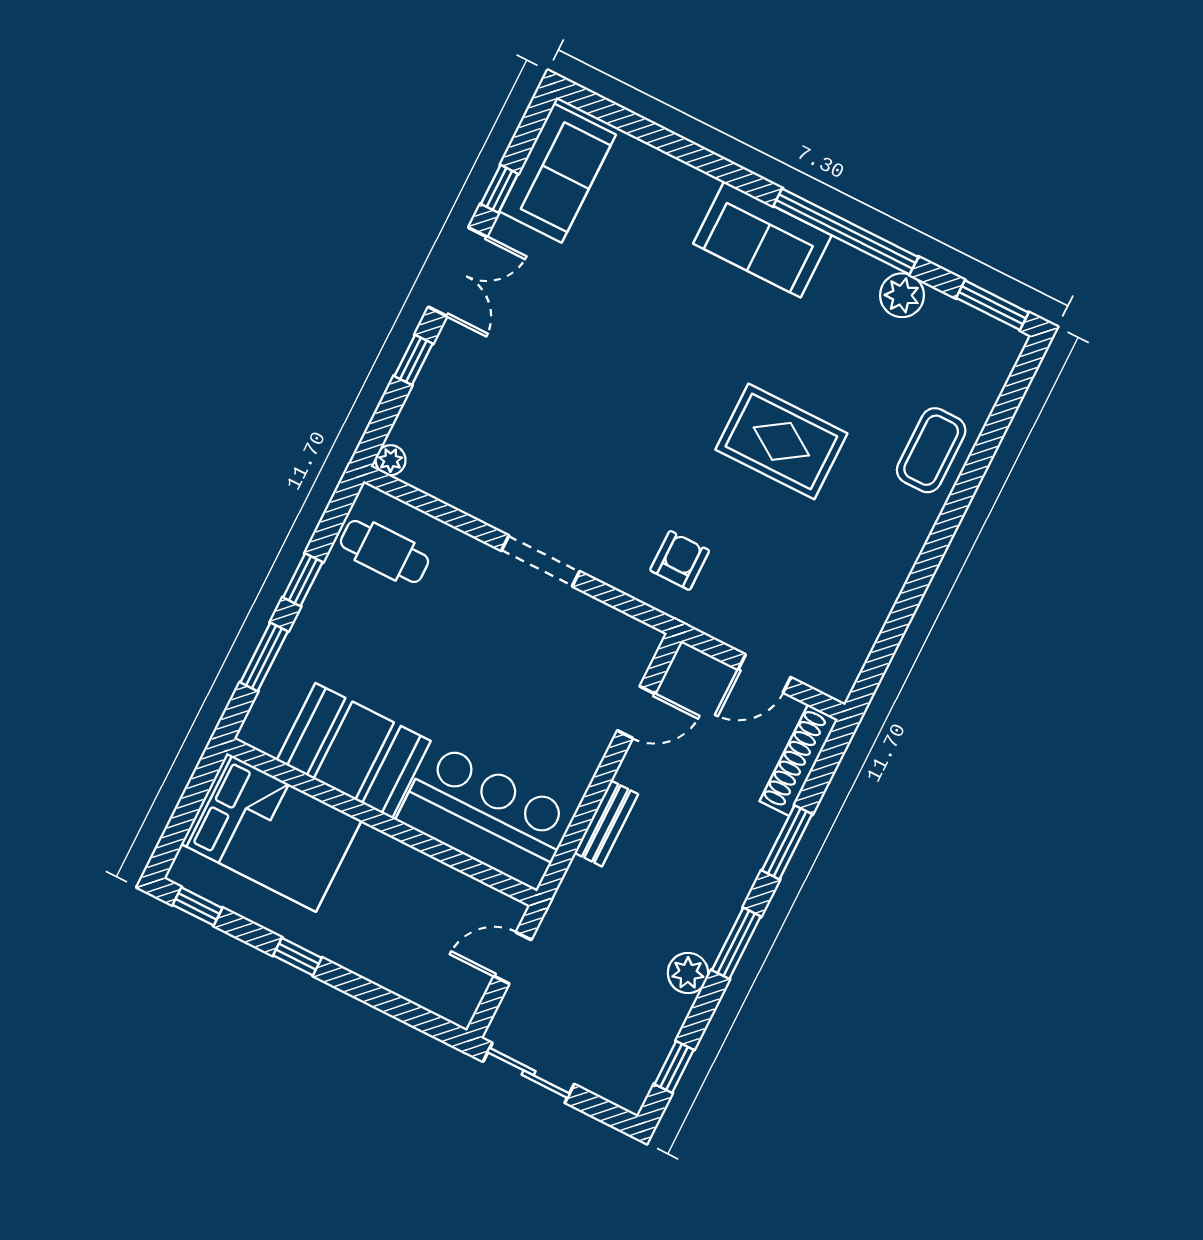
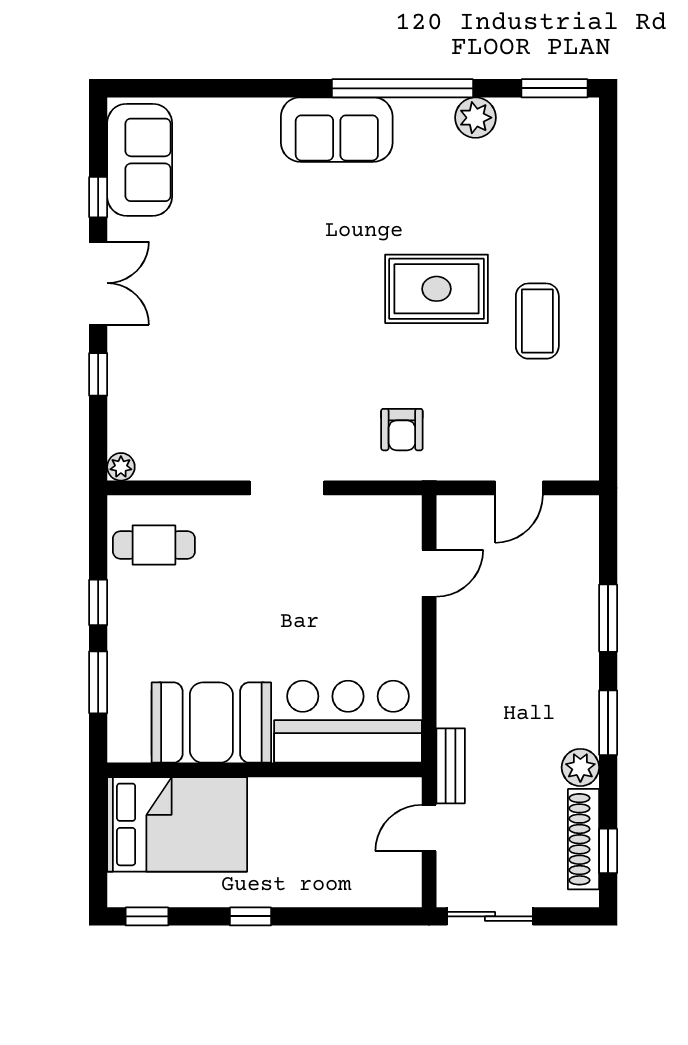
coffee table: (931, 450) -> (537, 321), moved
armchair: (680, 560) -> (402, 430), turned 180
shoe rack: (799, 760) -> (583, 839), moved
bench: (606, 823) -> (451, 766), moved

